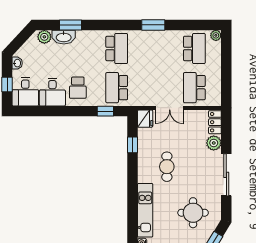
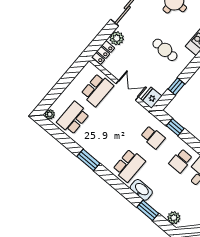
washbasin: (64, 37) -> (141, 190), moved
school desk: (117, 48) -> (129, 165), turned 180
school desk: (78, 88) -> (181, 161), turned 180
school desk: (117, 88) -> (153, 137), width x0.54
cafe table: (167, 167) -> (165, 50), turned 90

